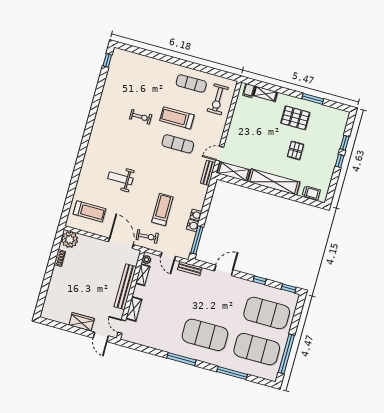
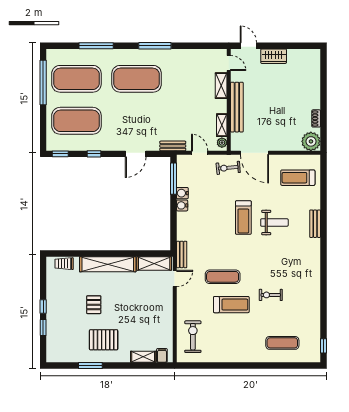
exercise mat: (191, 83) -> (282, 343), moved
bench: (86, 168) -> (315, 224), added
treadmill: (162, 209) -> (243, 218), moved

